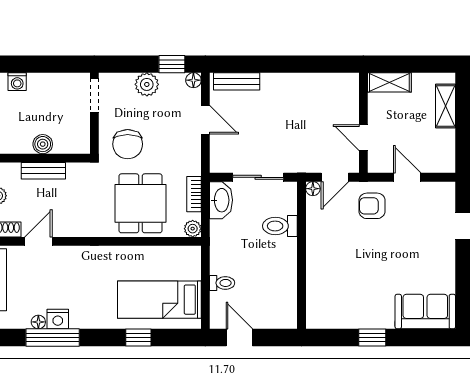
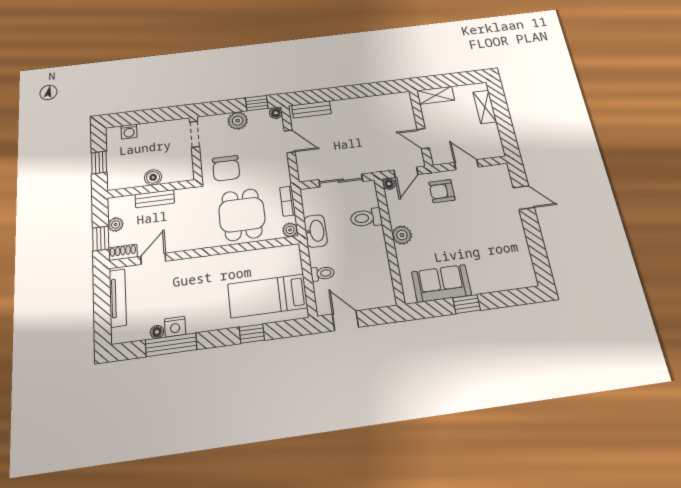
washbasin: (221, 200) -> (316, 231), moved
plant: (317, 252) -> (402, 235), added
sofa: (425, 312) -> (441, 283), moved

